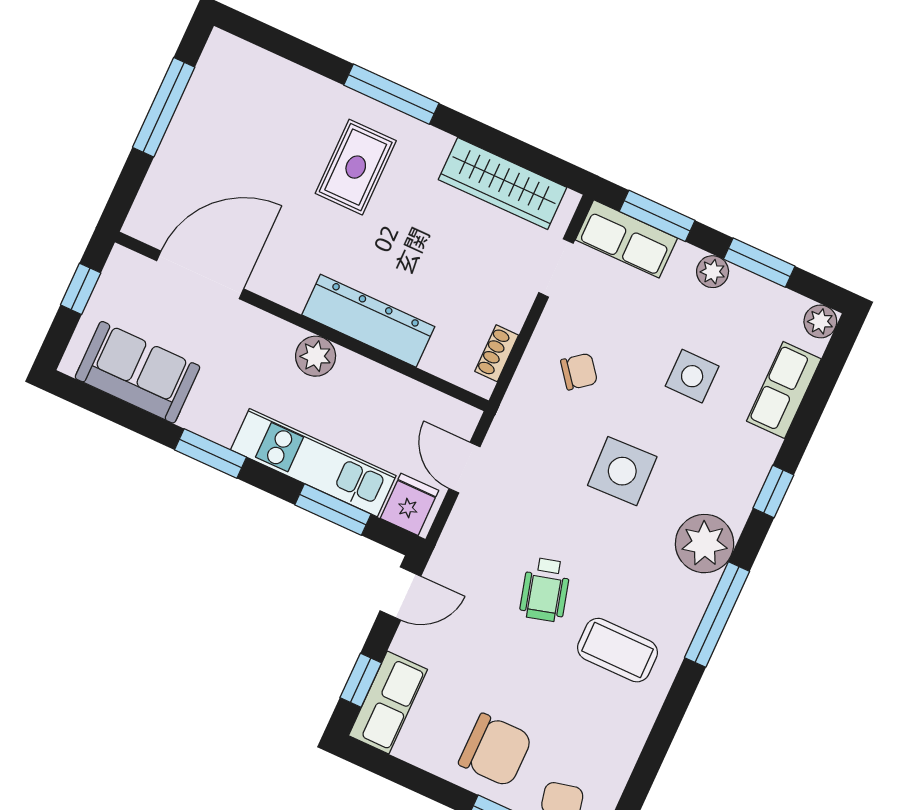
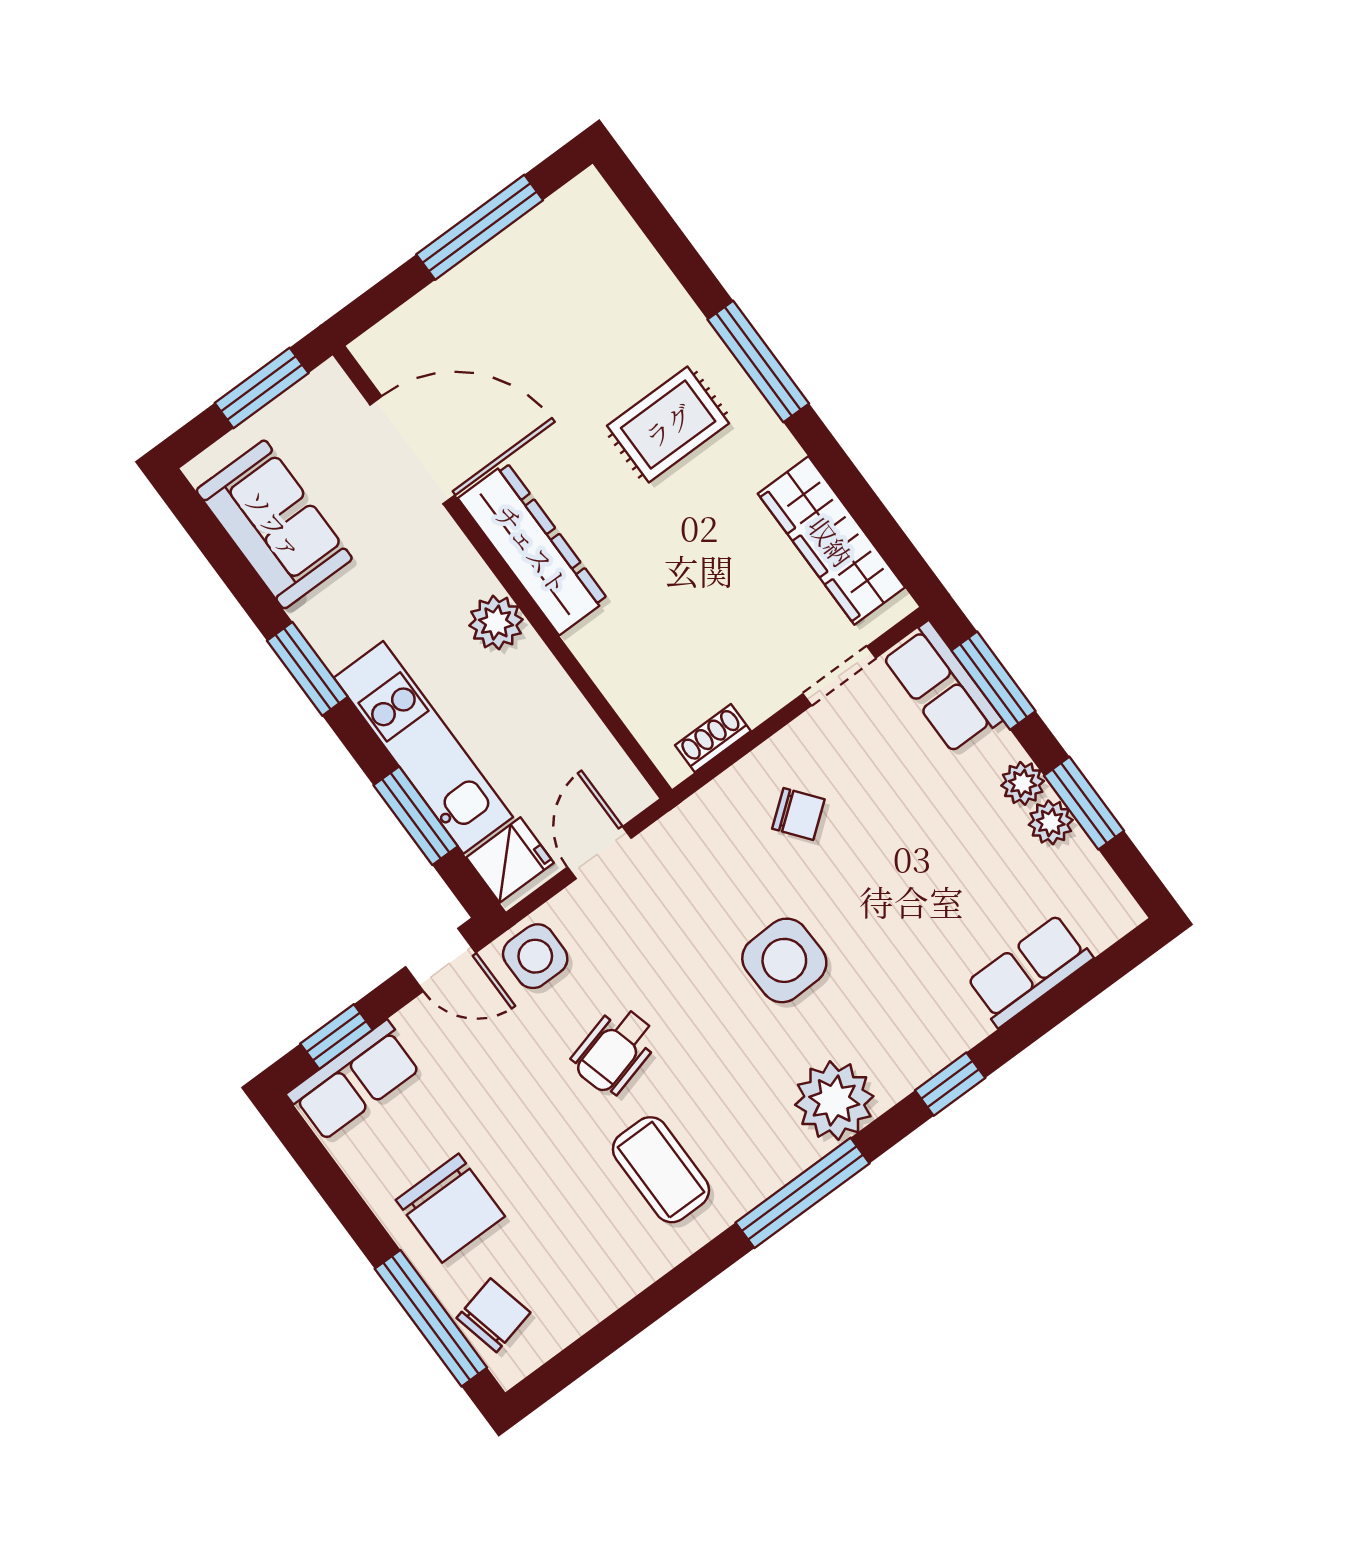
window: (81, 289) -> (262, 388), width x1.50
dresser: (368, 321) -> (533, 549), moved
plant: (820, 321) -> (1051, 822), moved
side table: (692, 376) -> (535, 956), moved

